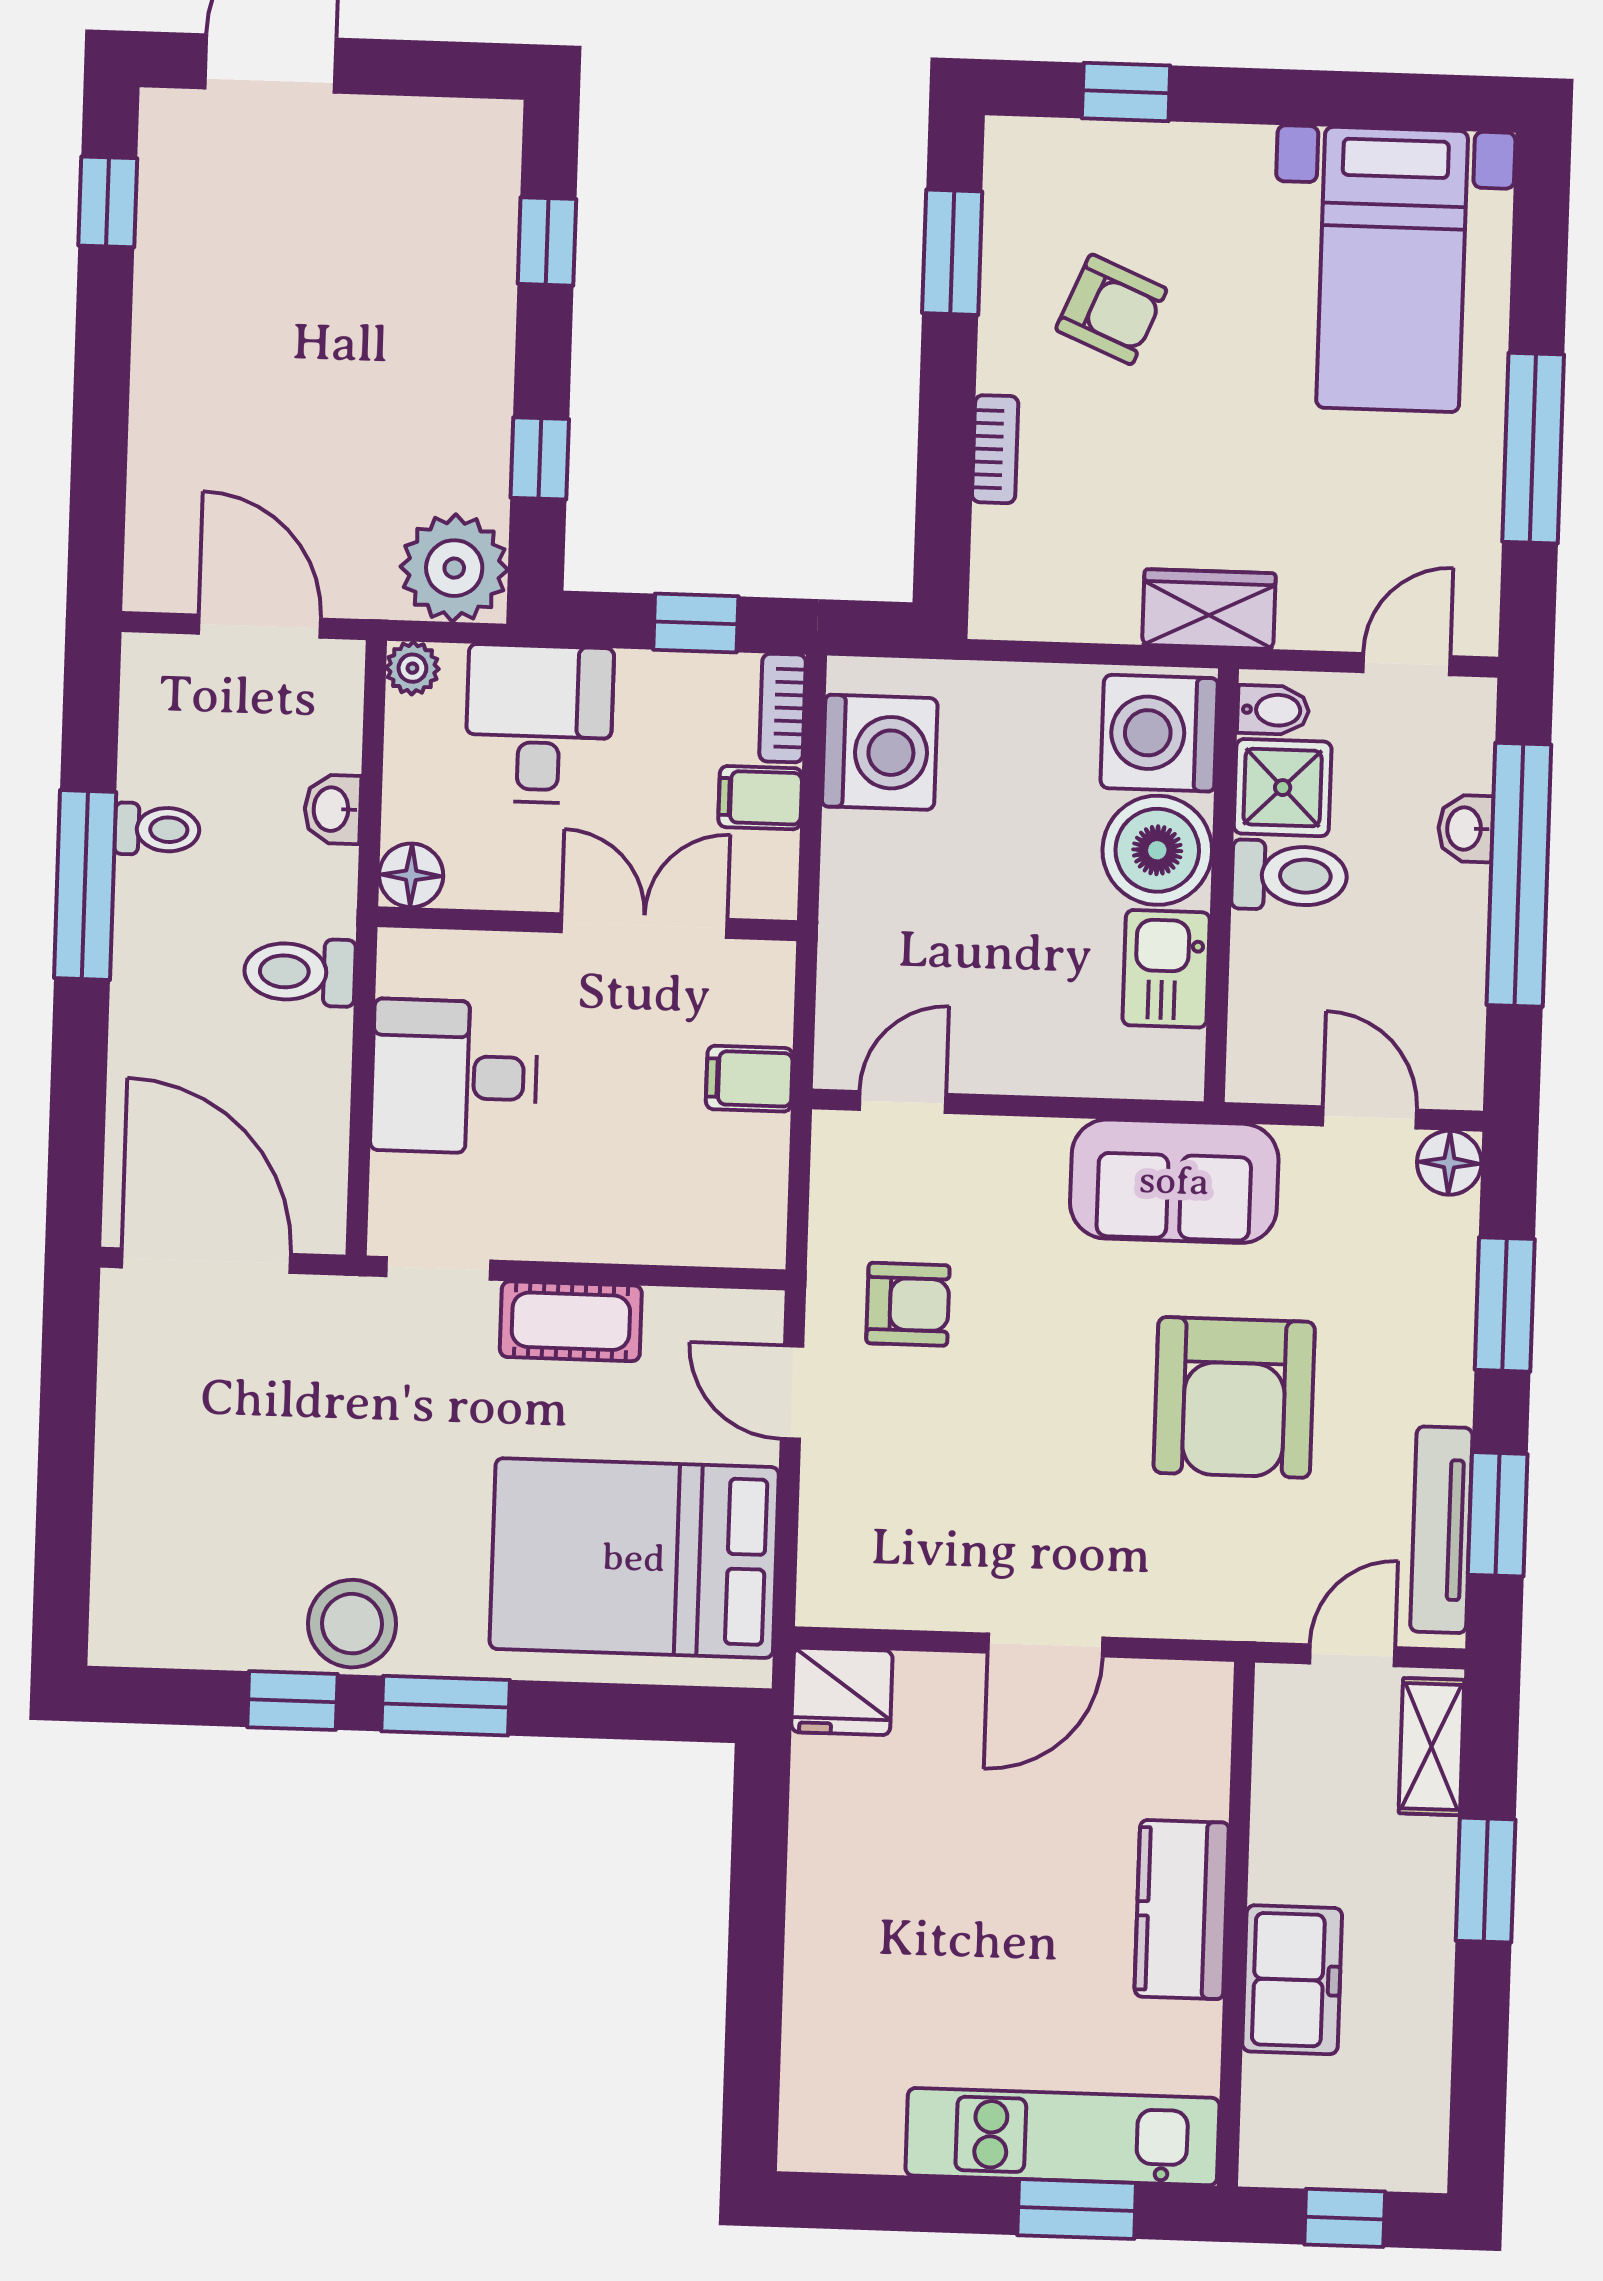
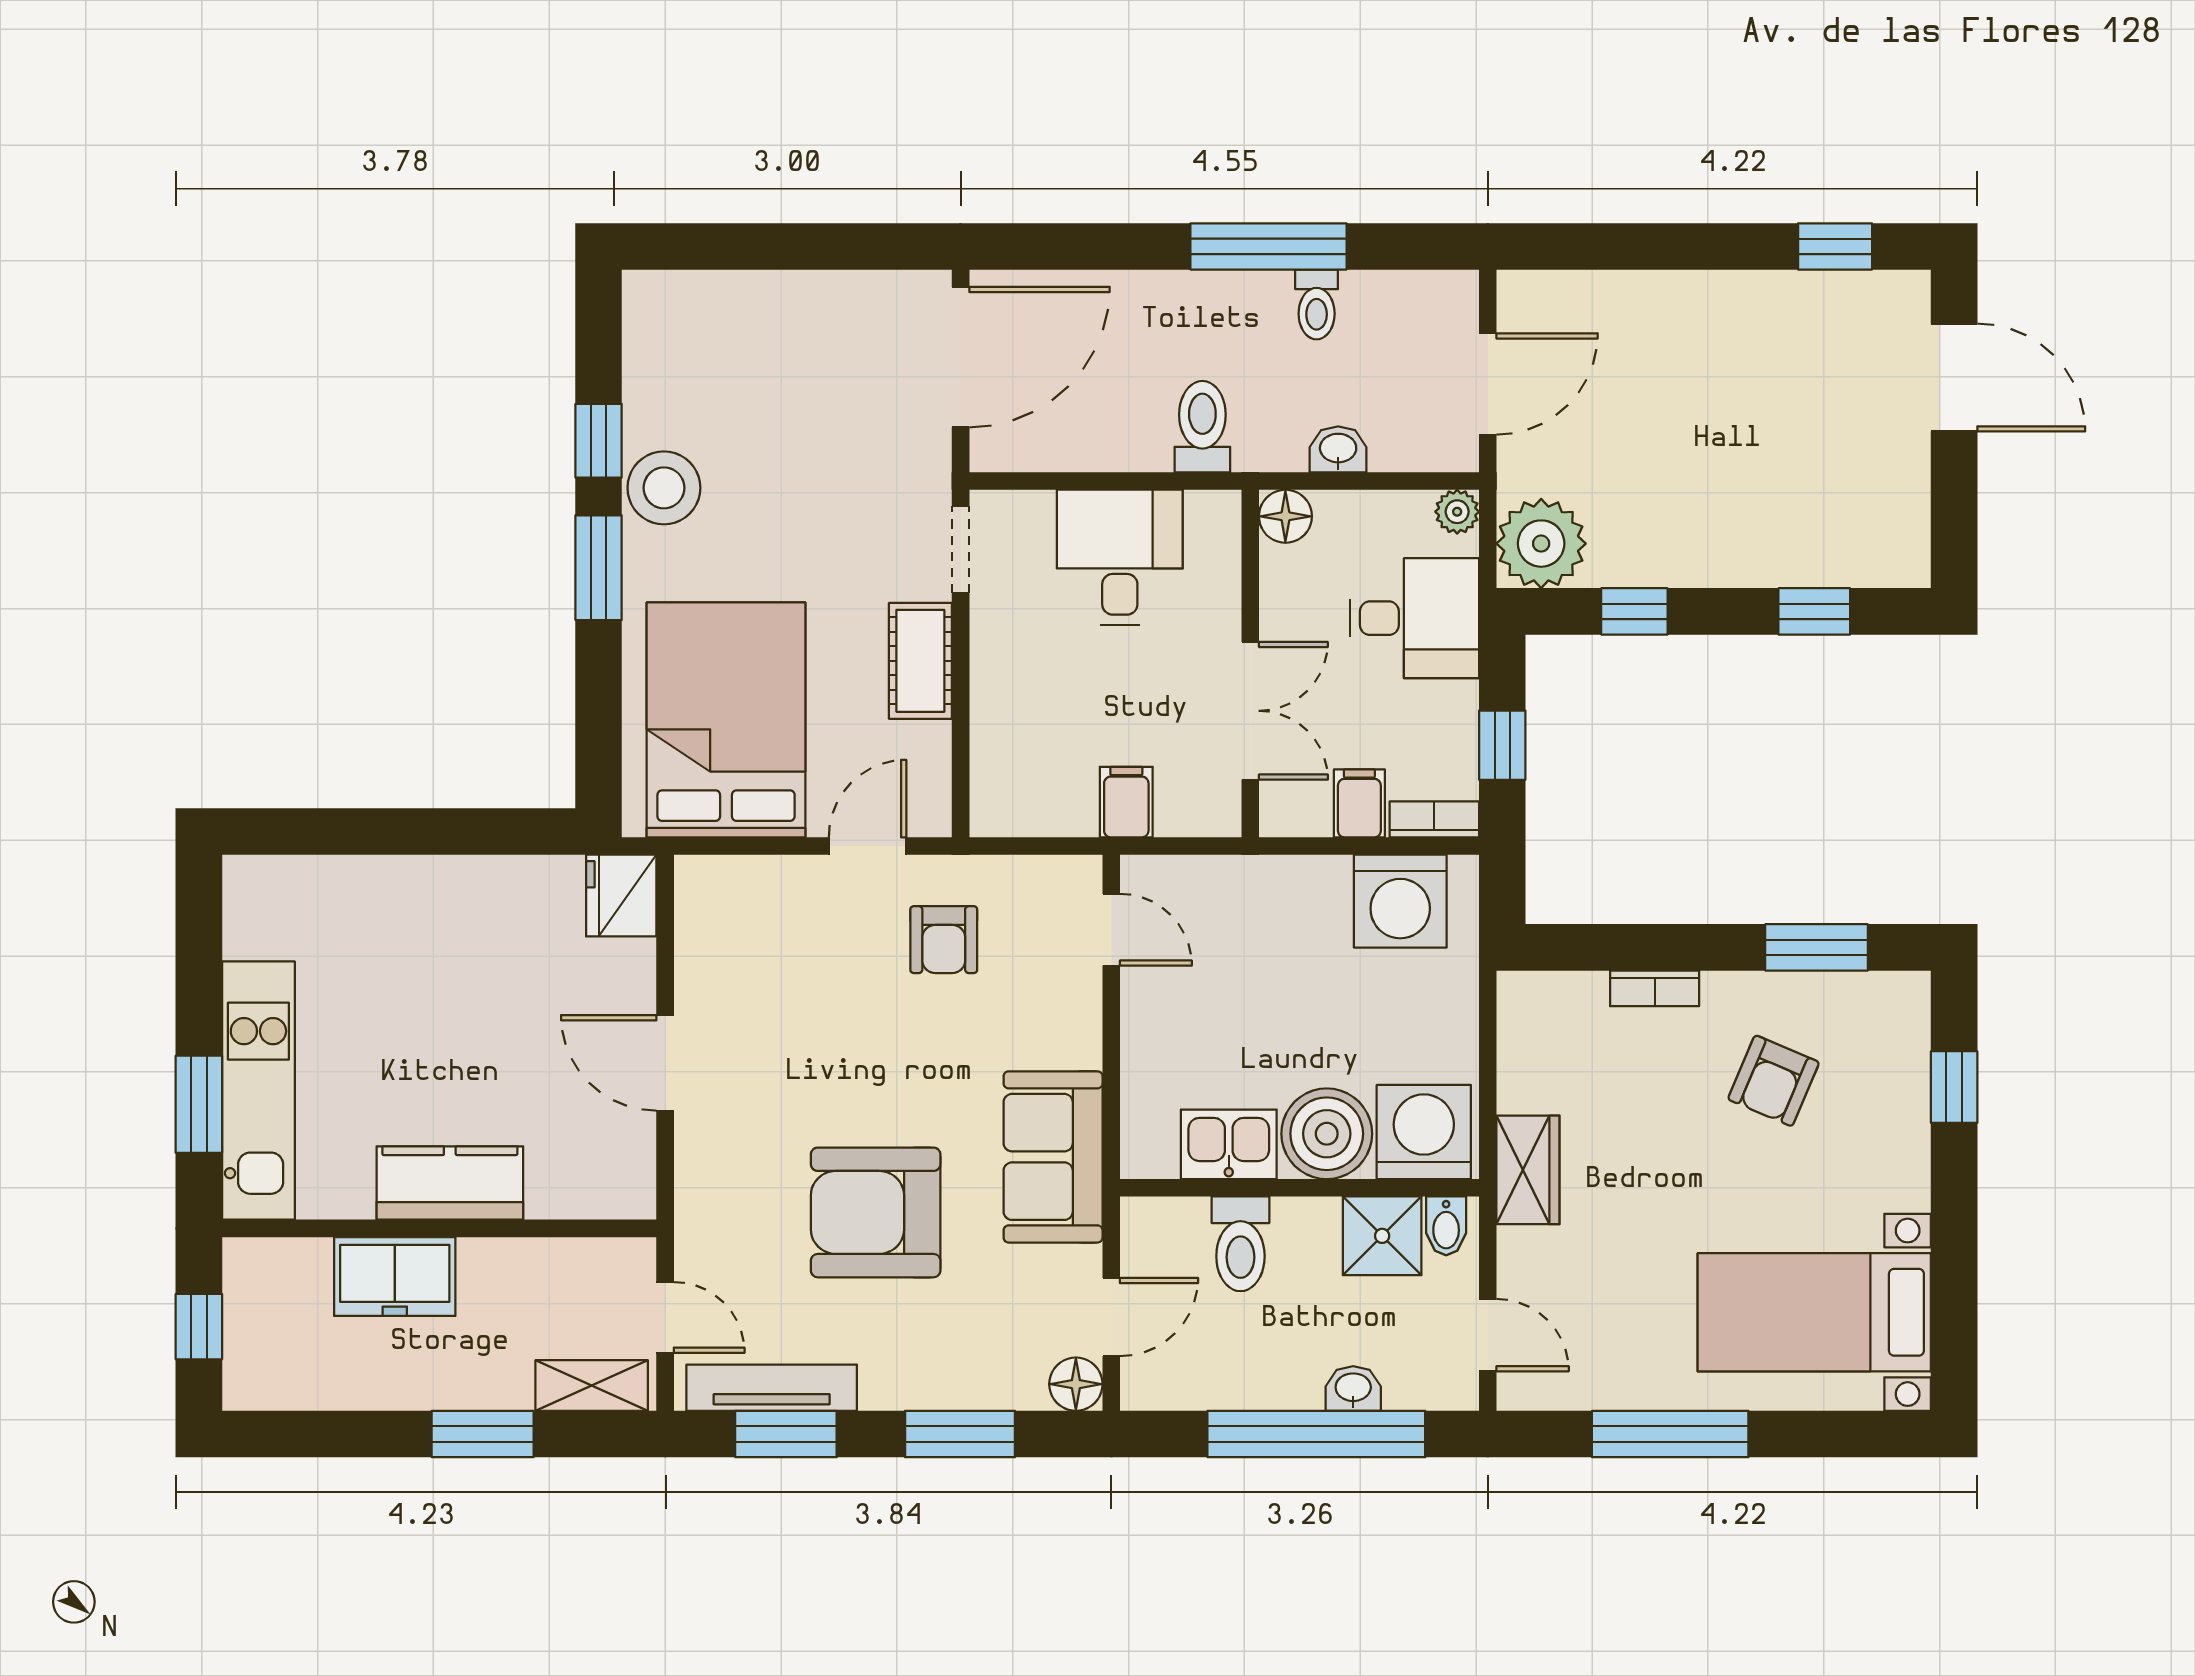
toilet: (1289, 876) -> (1240, 1244), moved

